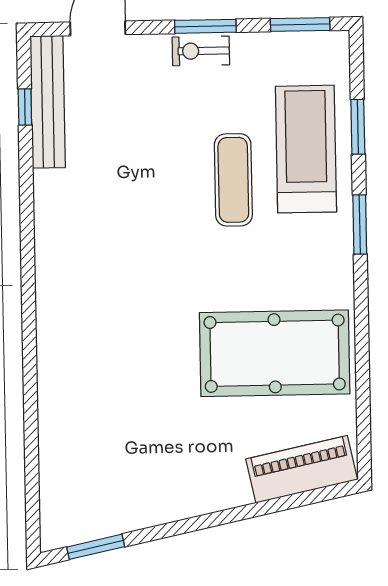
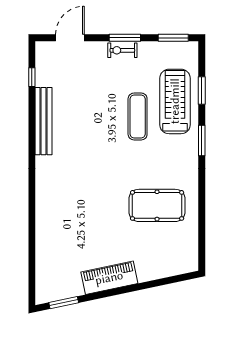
bench: (48, 102) -> (44, 121), moved
pool table: (275, 353) -> (157, 205), width x0.73, depth x0.76
piano: (302, 469) -> (109, 278), moved

